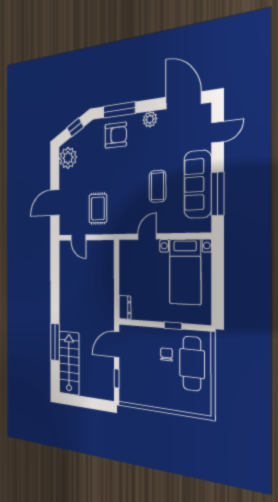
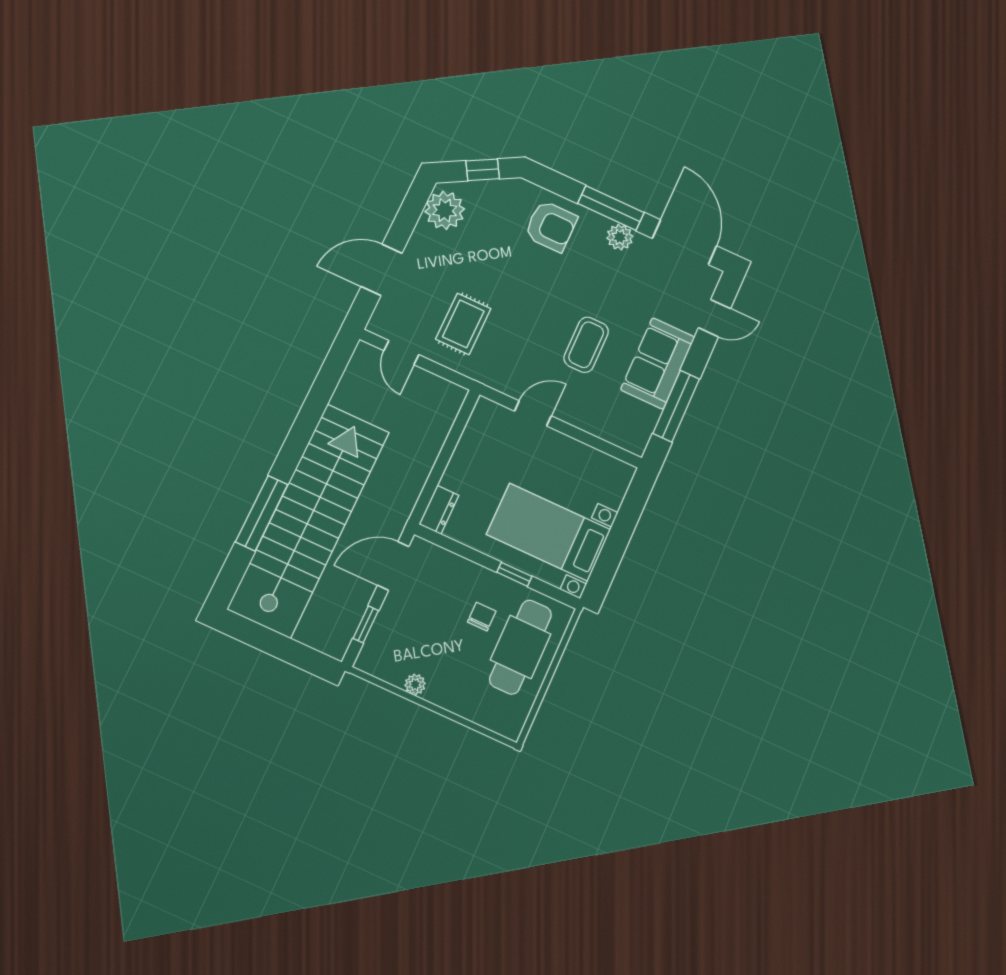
window: (119, 110) -> (611, 208), moved
sofa: (198, 184) -> (658, 363), width x0.73
bed with nightstands: (185, 272) -> (549, 532), moved, turned 90
stairs: (69, 363) -> (309, 520), width x1.86, depth x1.51
plant: (150, 401) -> (415, 684), added

